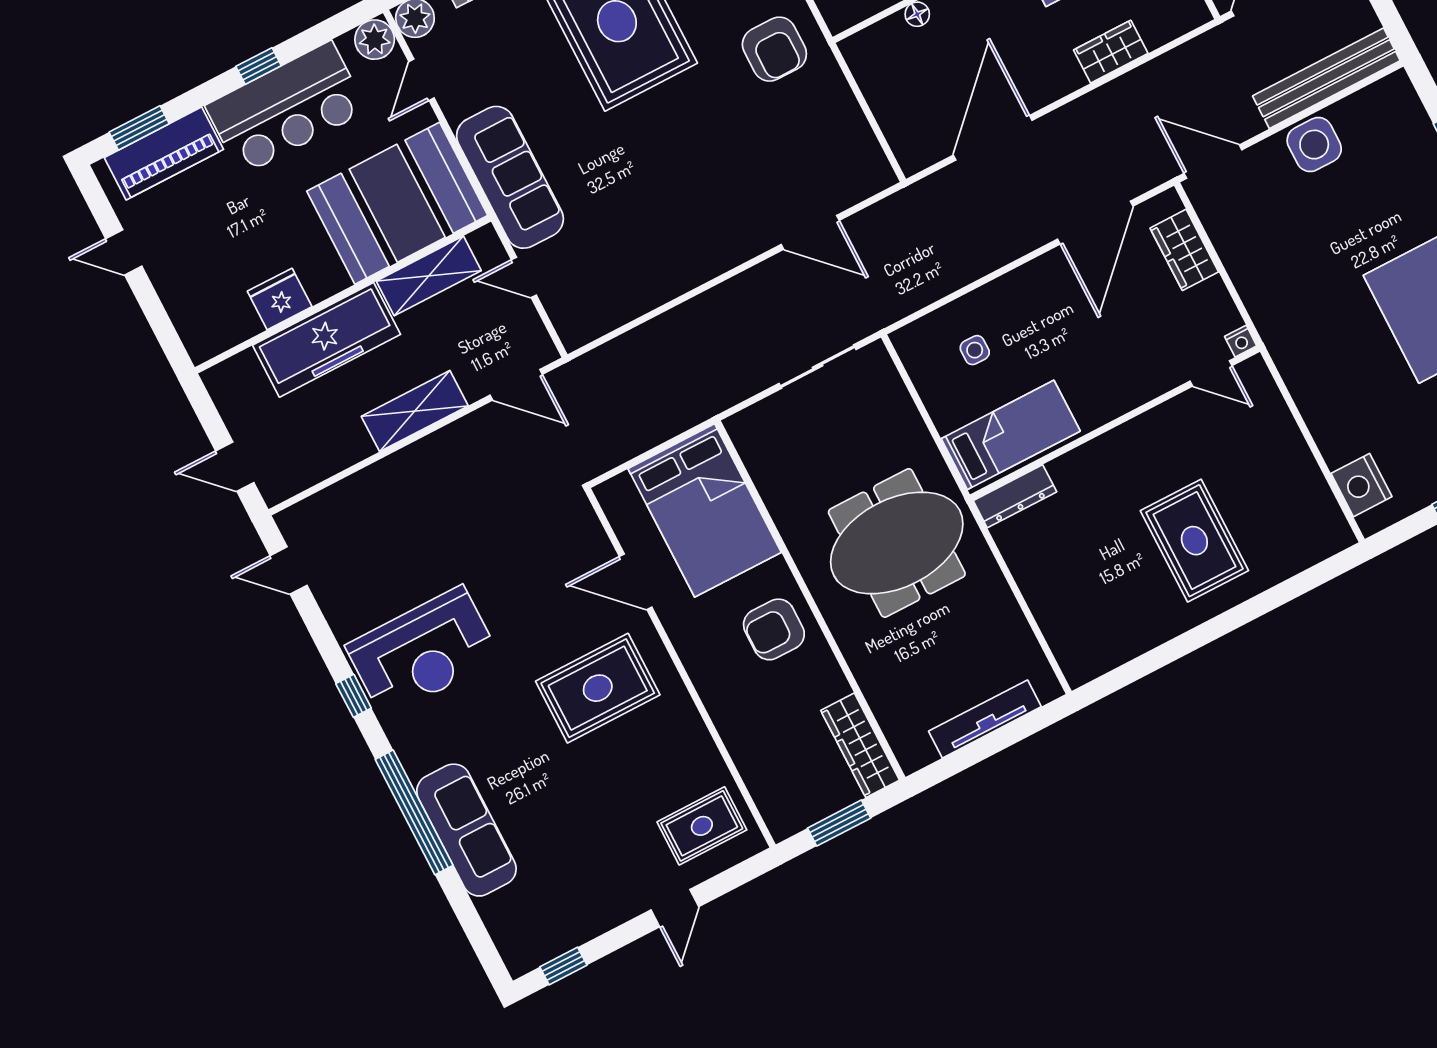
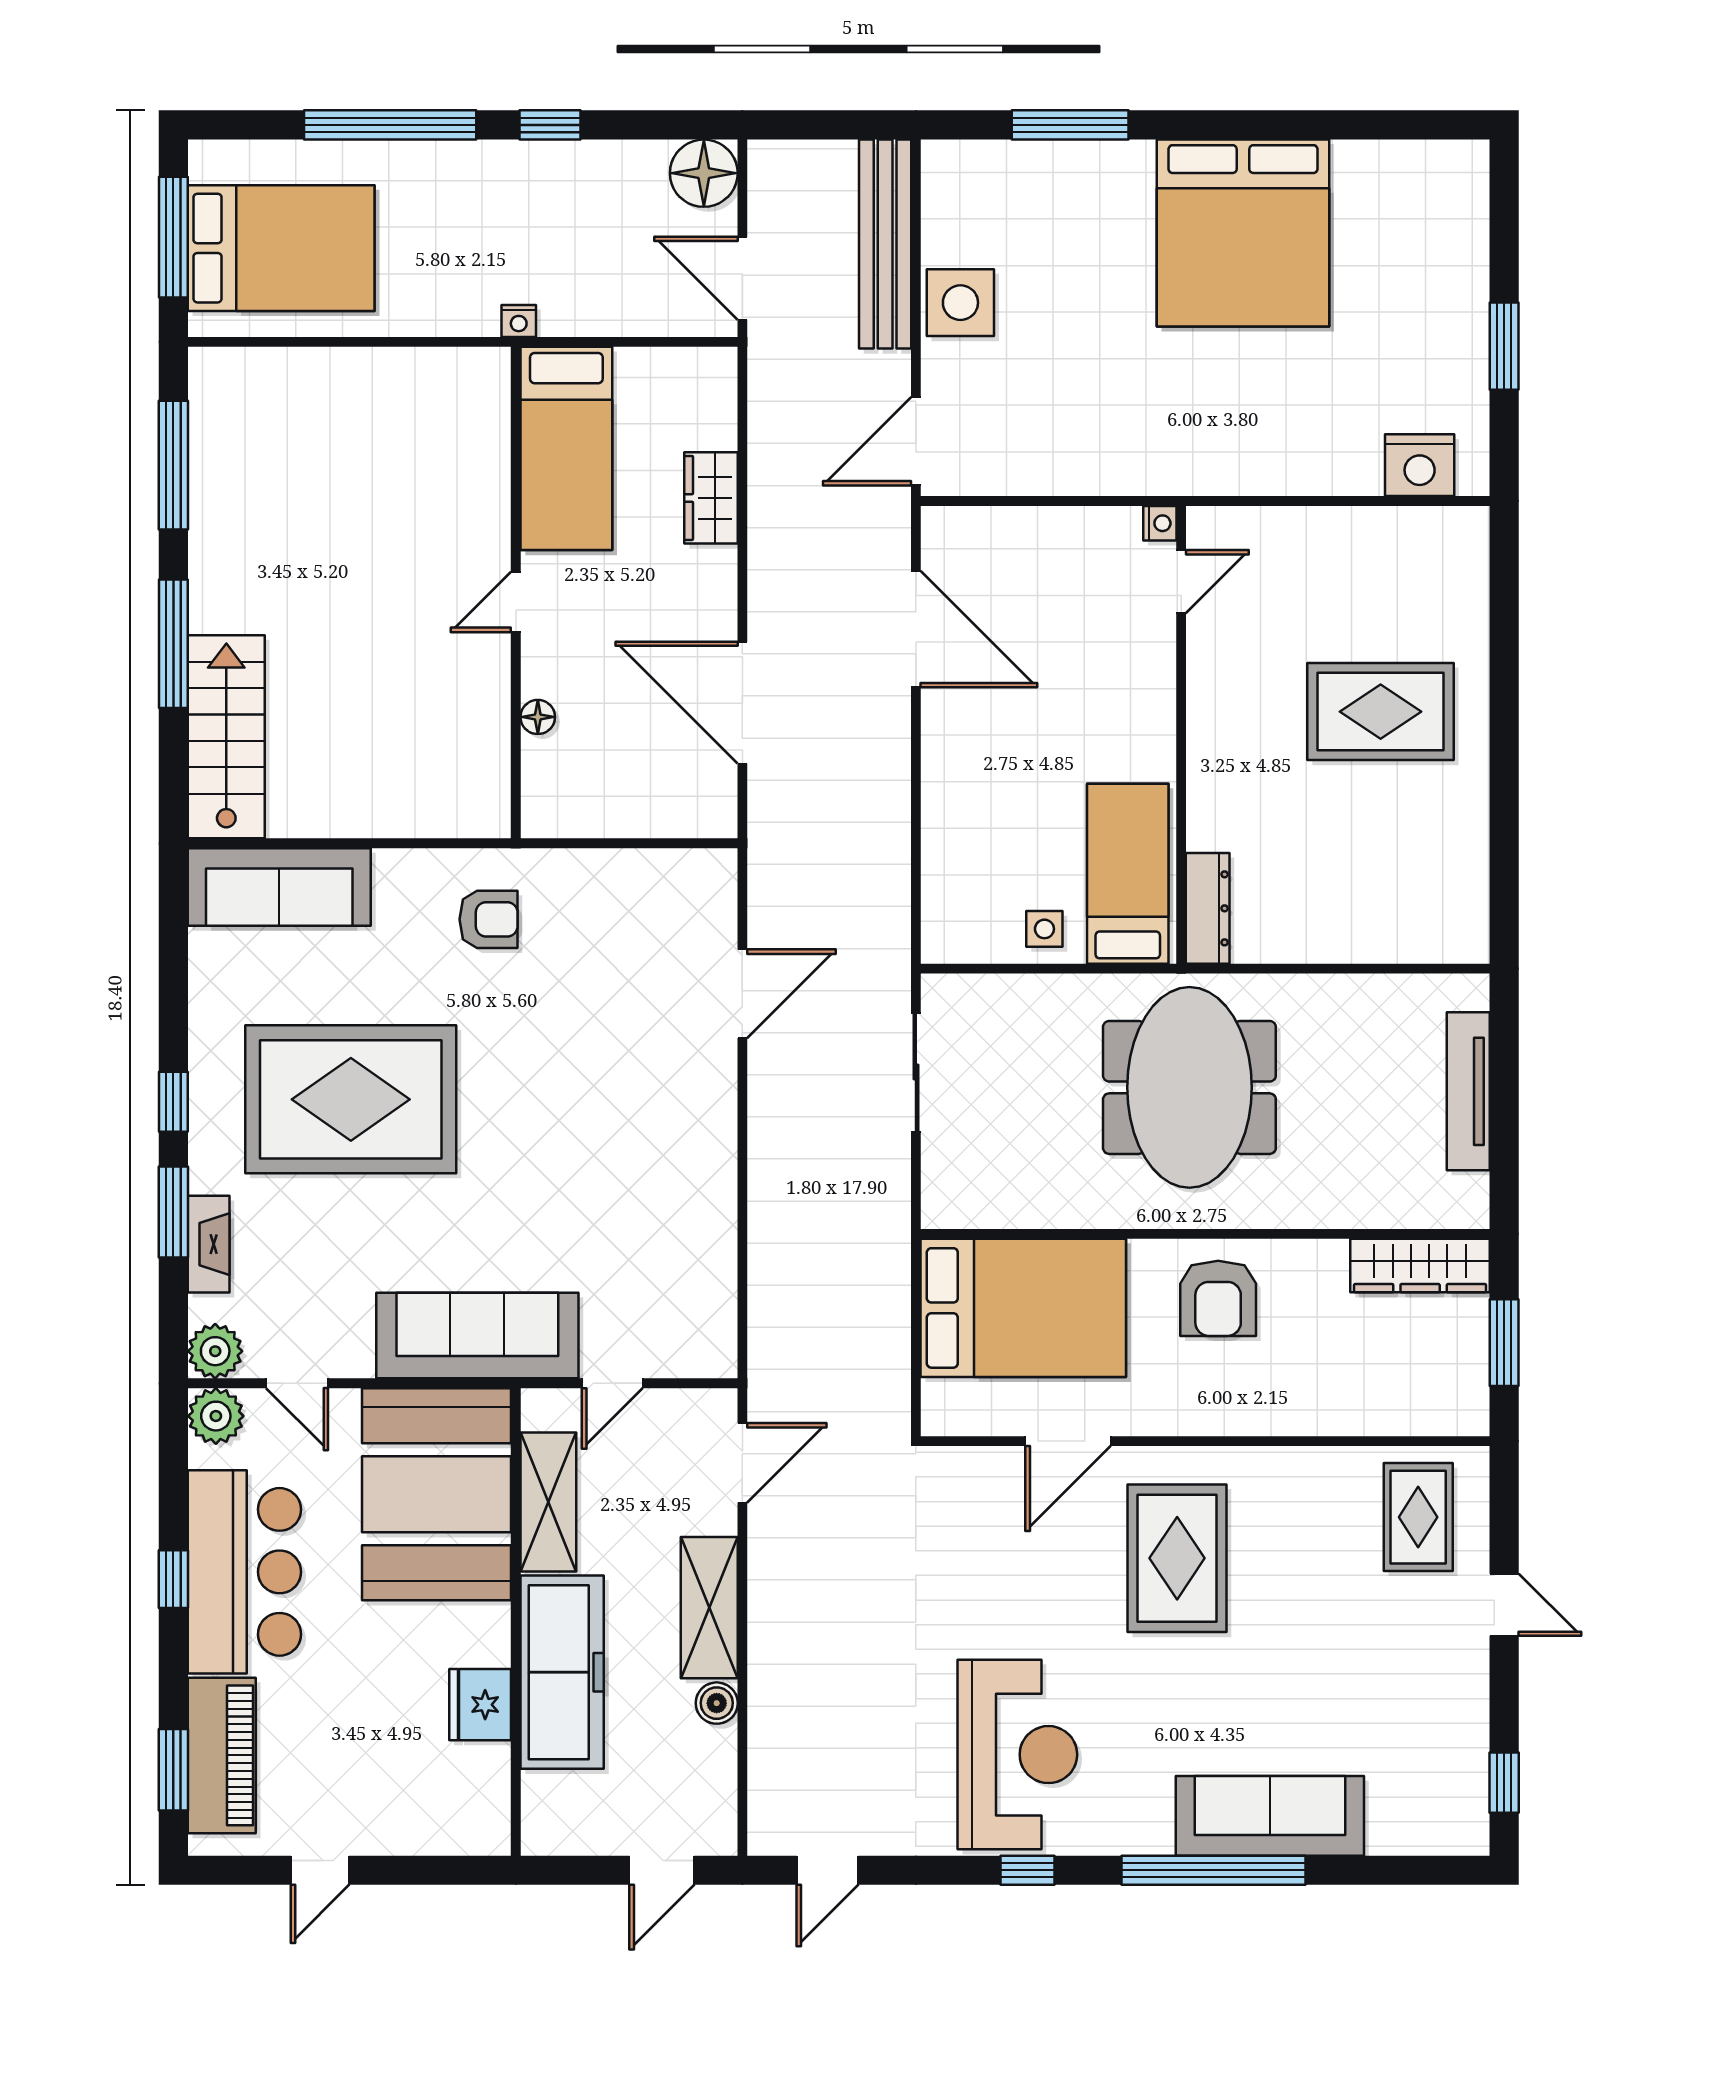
armchair: (774, 49) -> (489, 919), width x0.72, depth x0.72
wardrobe: (1184, 250) -> (1008, 535), removed
side table: (975, 350) -> (1044, 929), moved
boiler: (357, 447) -> (717, 1703), added

